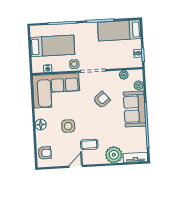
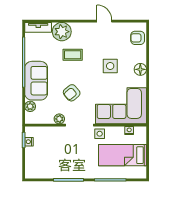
bed: (119, 30) -> (48, 168), removed
plant: (124, 75) -> (59, 119), moved
coffee table: (89, 144) -> (73, 55), moved
door: (76, 166) -> (104, 21), swing flipped

